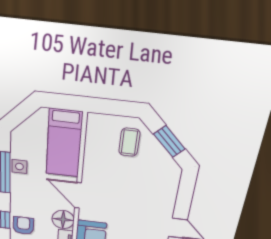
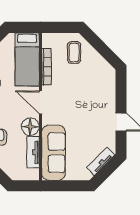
window: (169, 142) -> (102, 49), removed
bookcase: (90, 155) -> (46, 67), added

